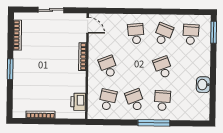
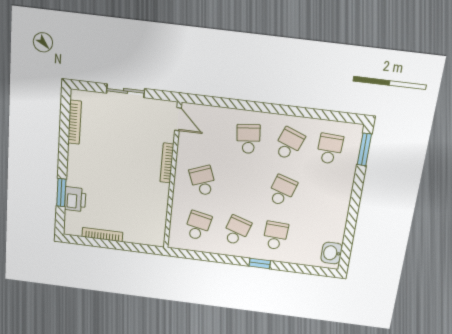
school desk: (163, 67) -> (282, 191), turned 39
window: (10, 69) -> (61, 193), moved
washbasin: (203, 85) -> (332, 253), moved
school desk: (135, 100) -> (237, 231), turned 39
printer: (78, 102) -> (75, 199), moved, turned 180
window: (154, 123) -> (260, 263), width x0.46

